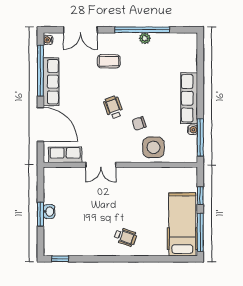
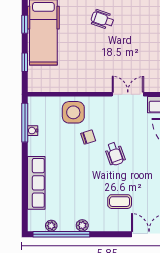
window: (142, 30) -> (61, 234), moved
plant: (175, 38) -> (51, 226), added
row of seats: (189, 98) -> (36, 183), moved
window: (200, 232) -> (25, 24), width x0.46

